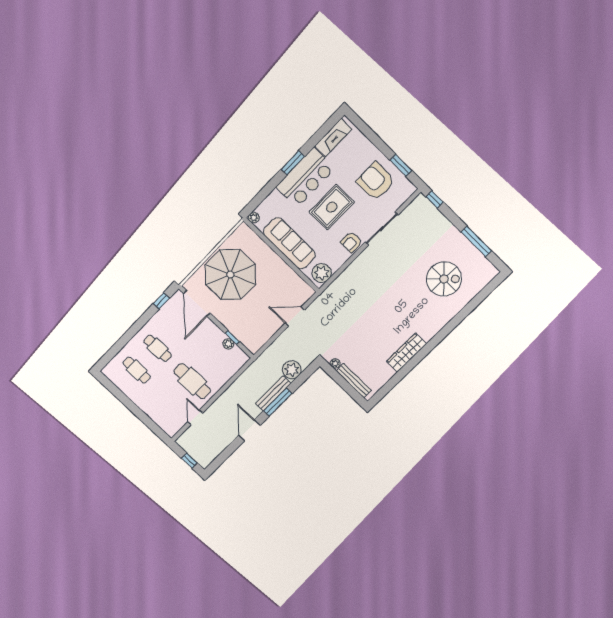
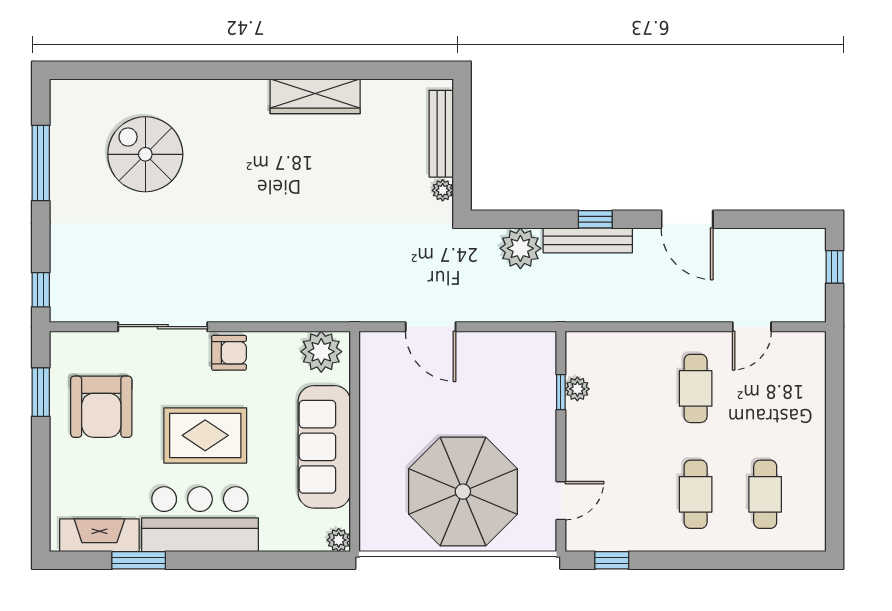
window: (293, 163) -> (139, 560), moved
door: (197, 303) -> (561, 501), width x0.53
cafe table: (192, 381) -> (696, 388), width x0.73, depth x0.74
window: (278, 402) -> (595, 219), width x0.46
door: (249, 430) -> (687, 219), hinge flipped

